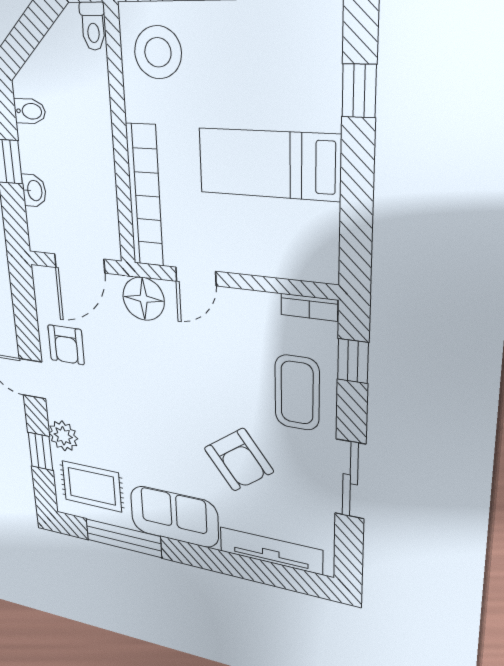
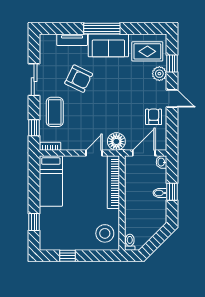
bidet: (30, 111) -> (160, 193), moved
bed: (269, 164) -> (51, 181), moved, turned 90
washbasin: (34, 191) -> (162, 162), moved
armchair: (239, 460) -> (79, 79), turned 152
window: (124, 538) -> (102, 28), moved
tv unit: (271, 551) -> (72, 40), width x0.71

